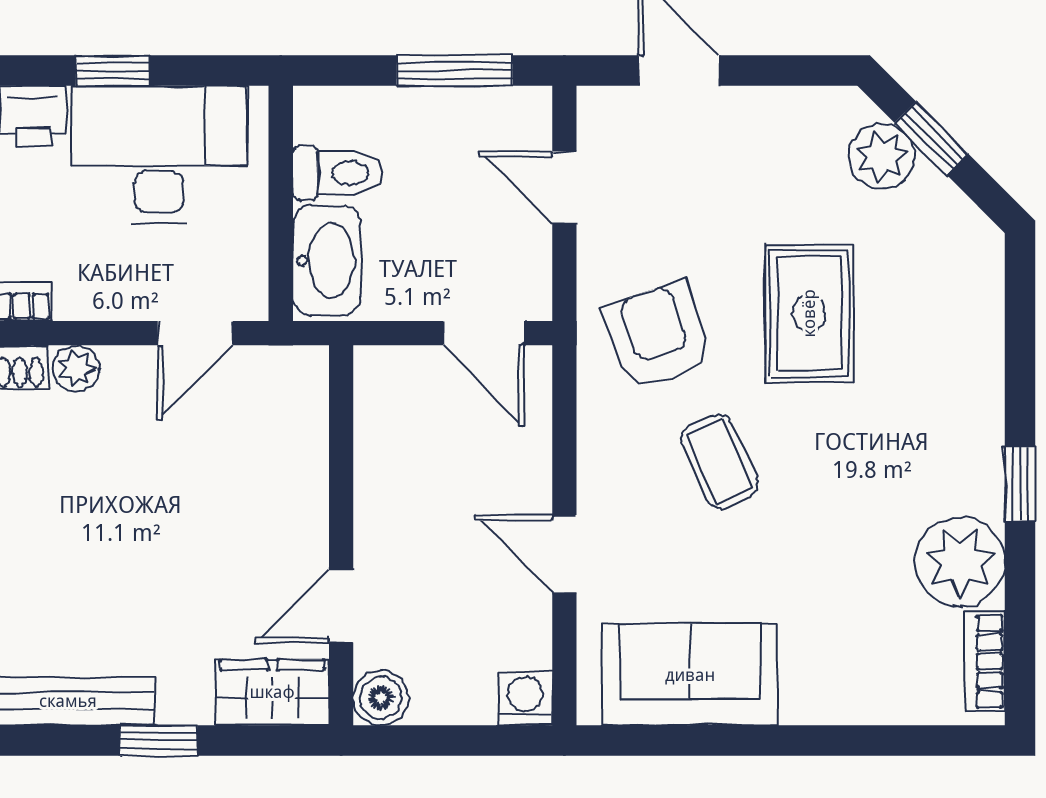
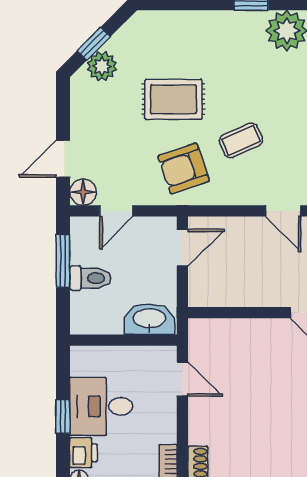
floor lamp: (606, 115) -> (83, 192), added
desk: (159, 155) -> (101, 406), width x0.73
toilet: (338, 173) -> (90, 278), moved, turned 90
plant: (76, 368) -> (199, 433), removed
door: (564, 554) -> (283, 211), hinge flipped

